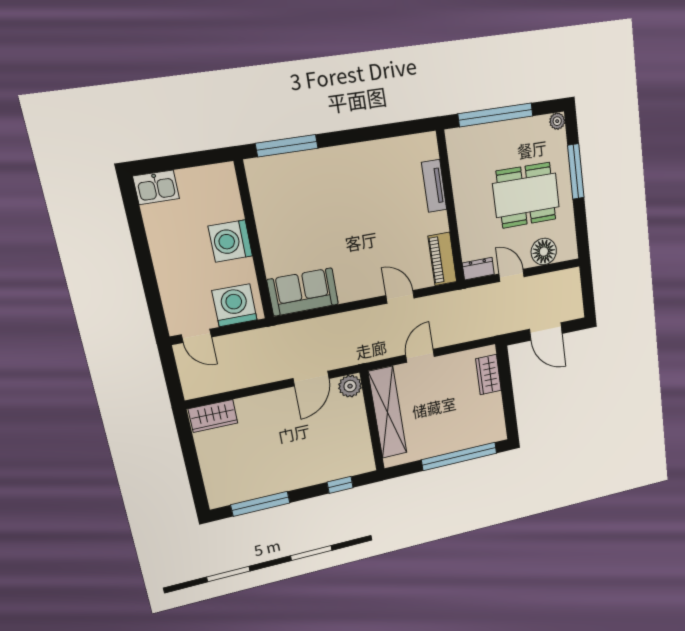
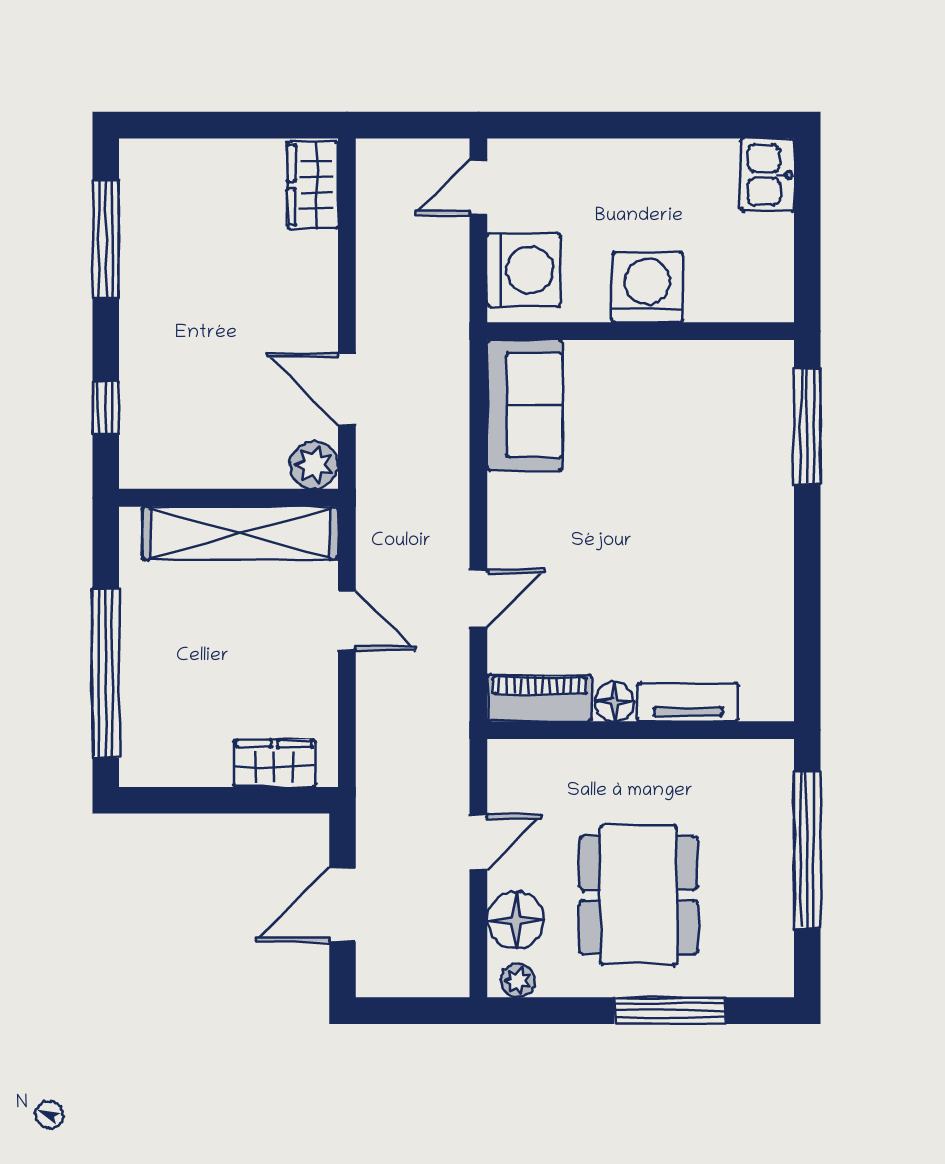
plant: (557, 121) -> (518, 981), moved
floor lamp: (439, 222) -> (614, 702), added
dresser: (478, 269) -> (506, 772), removed

